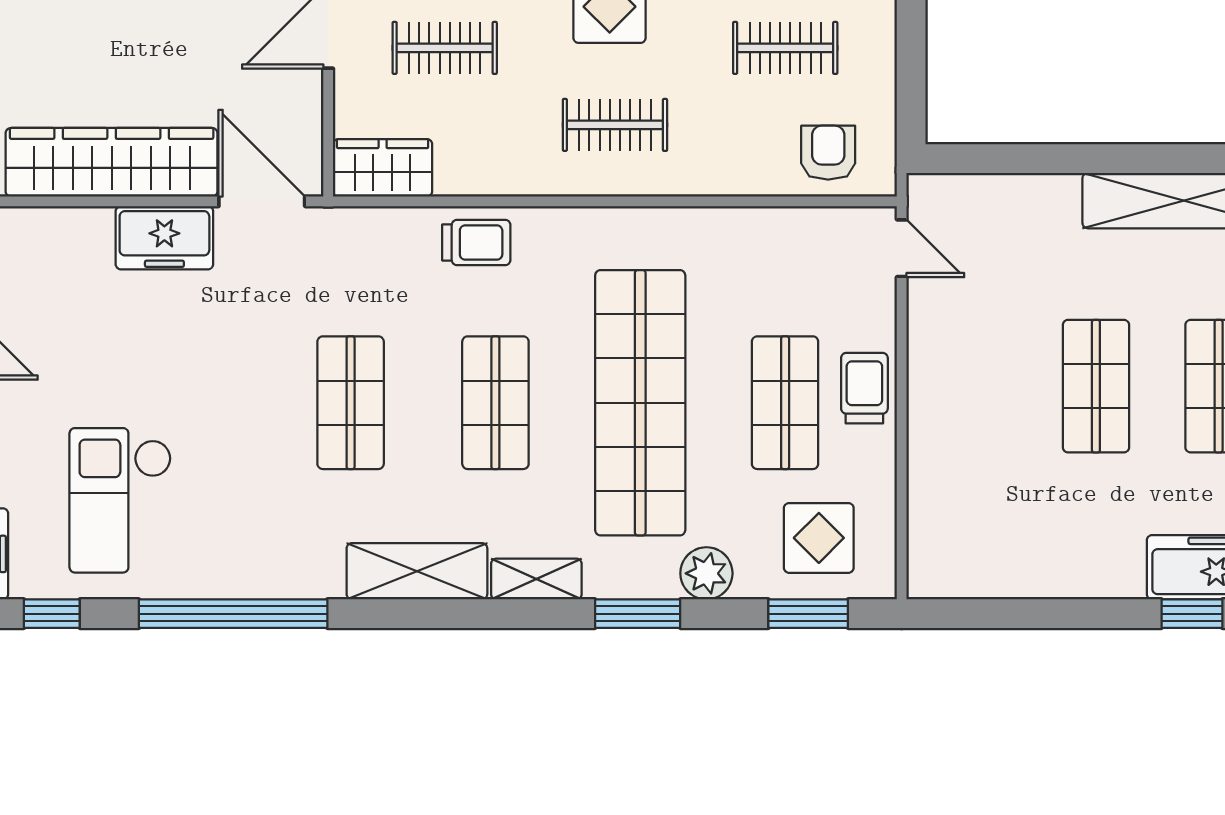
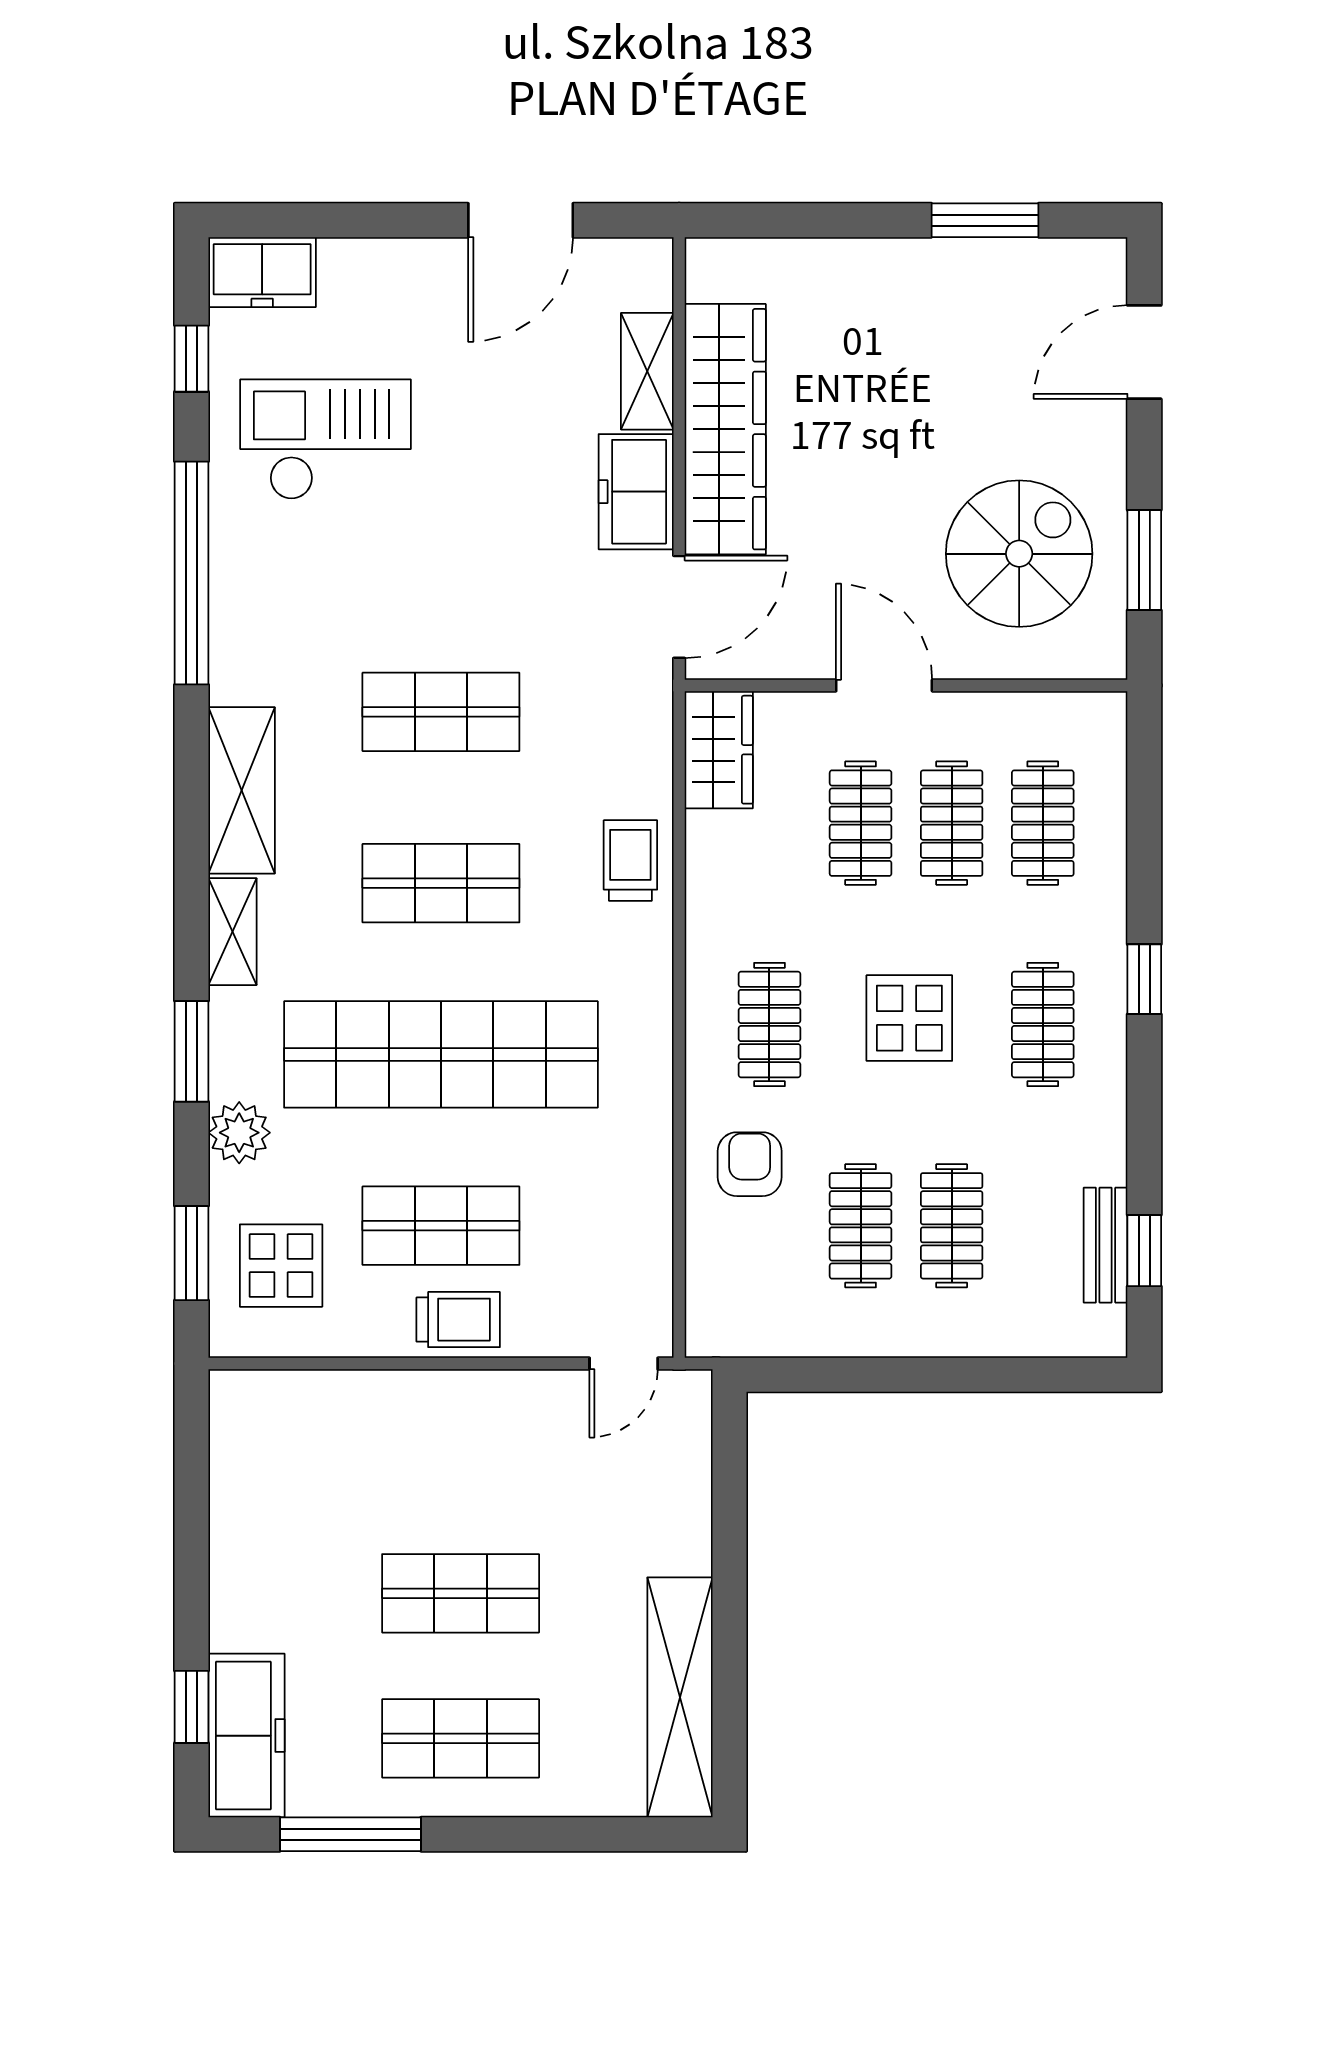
armchair: (828, 153) -> (750, 1164), moved, turned -90
shelving: (63, 228) -> (647, 371), added
trolley: (476, 243) -> (630, 861), turned 180

